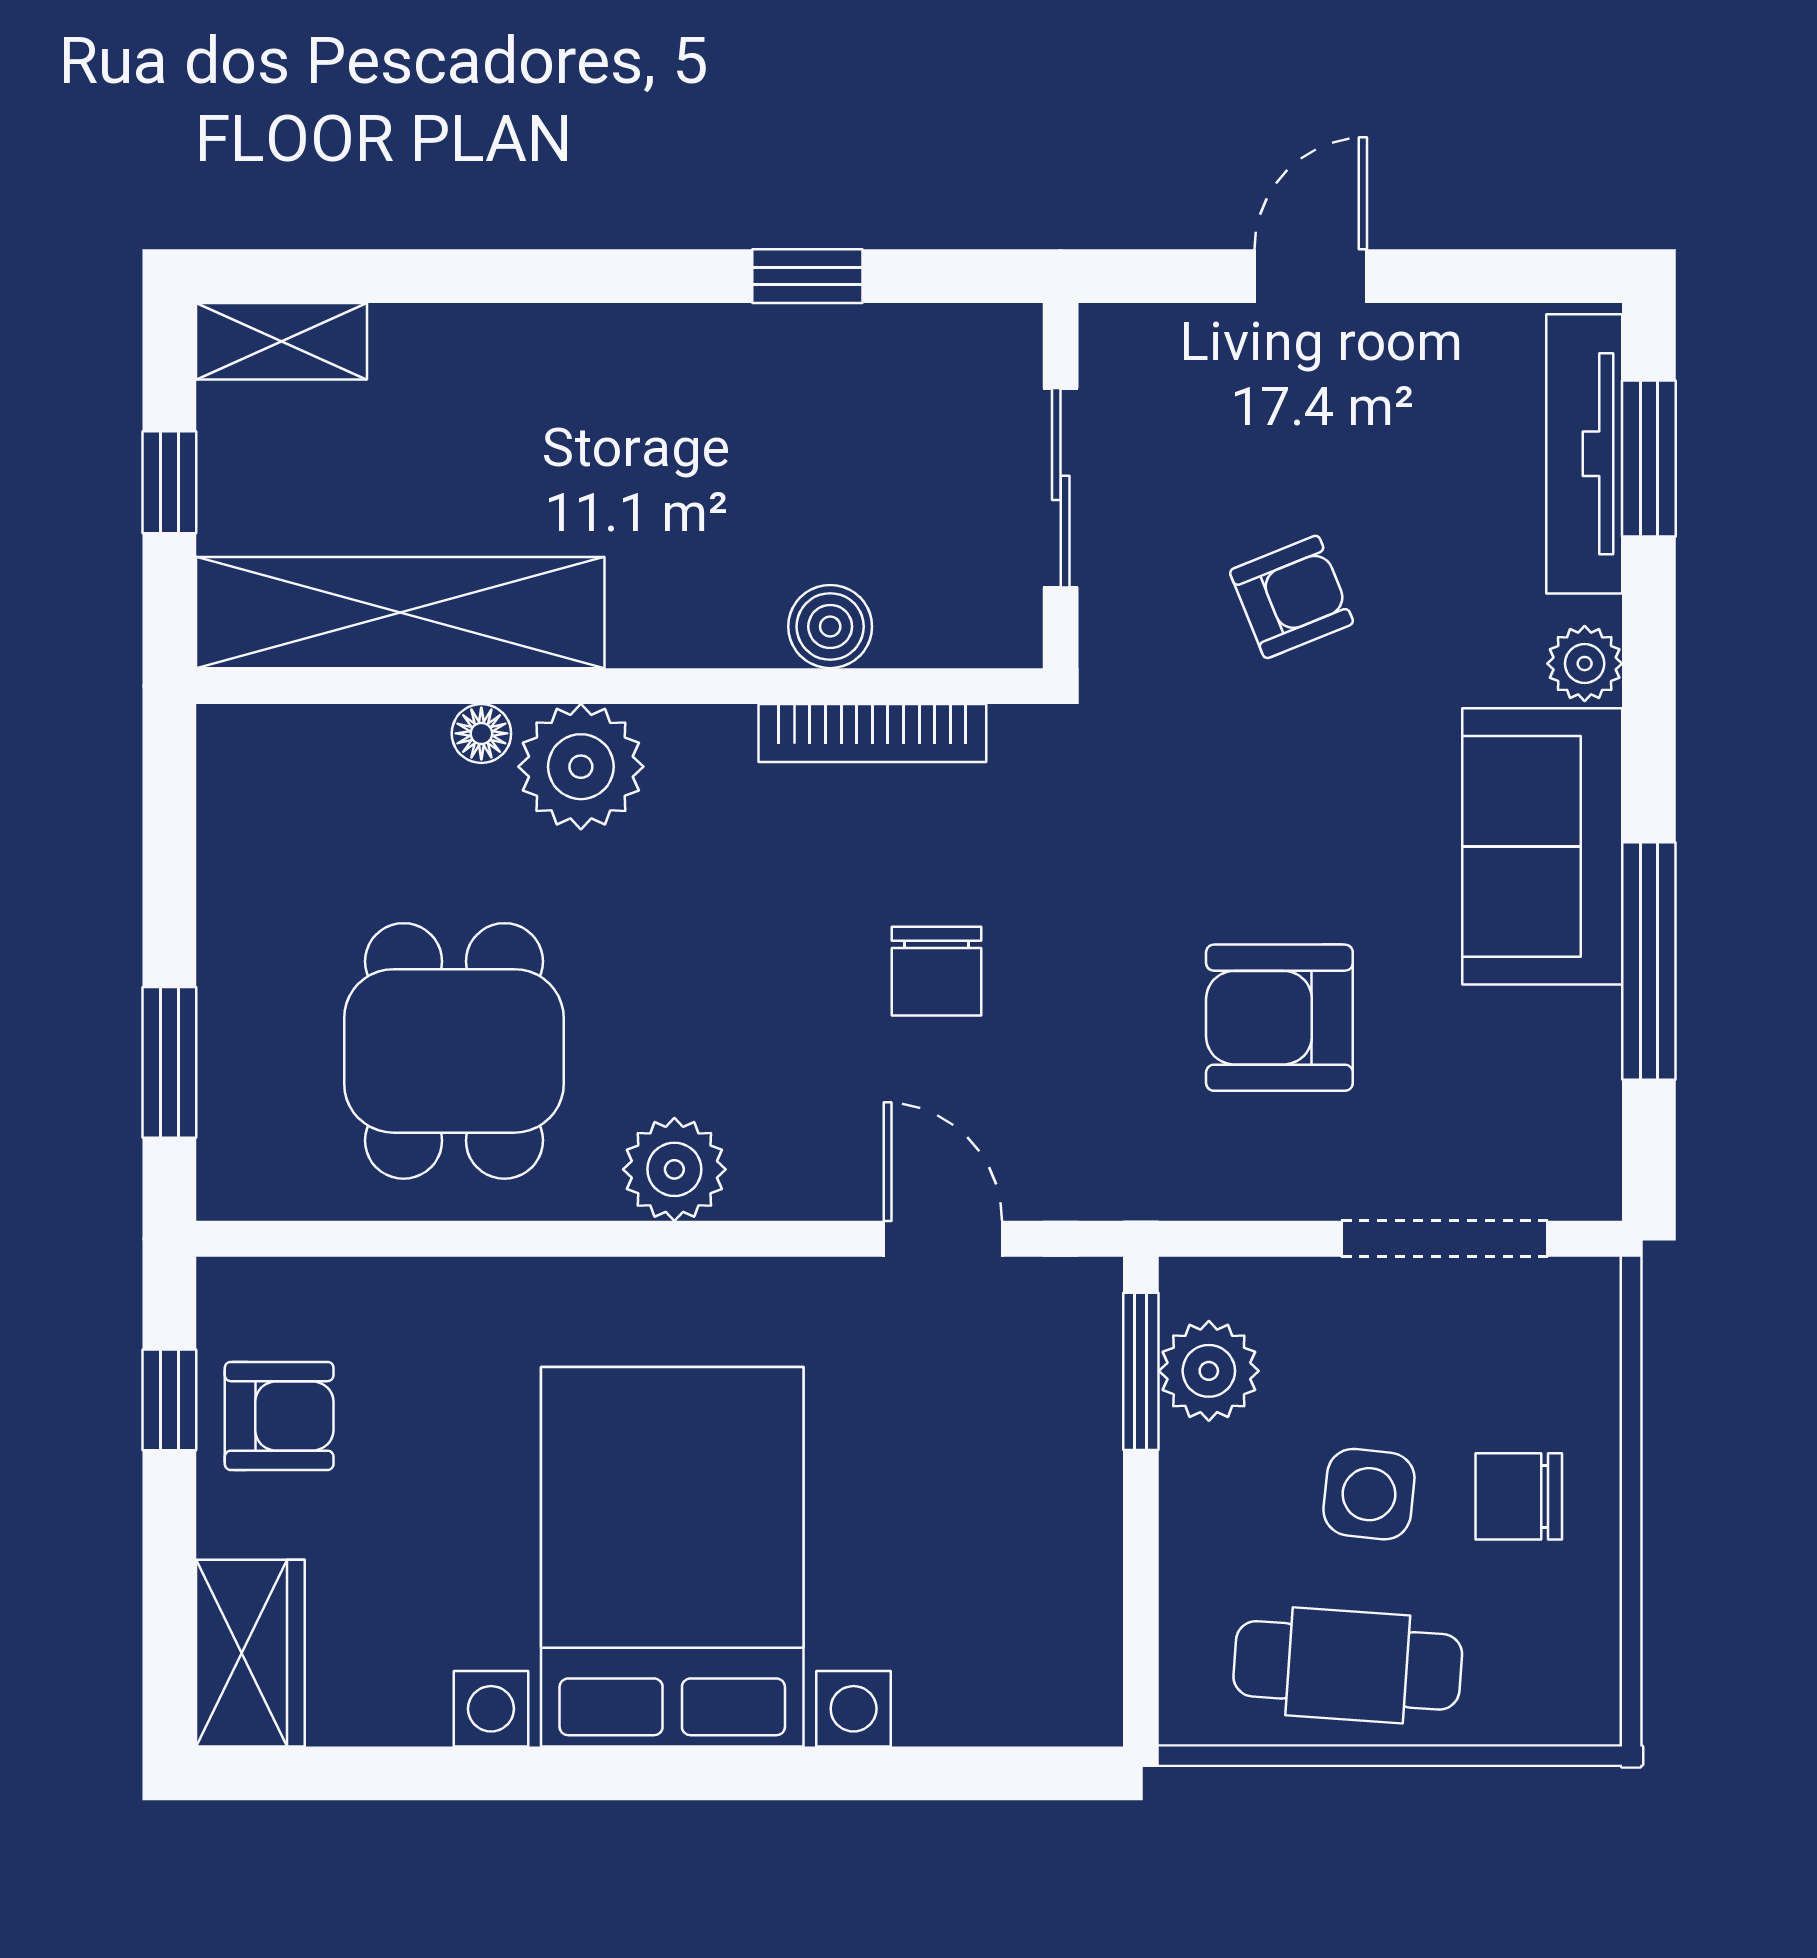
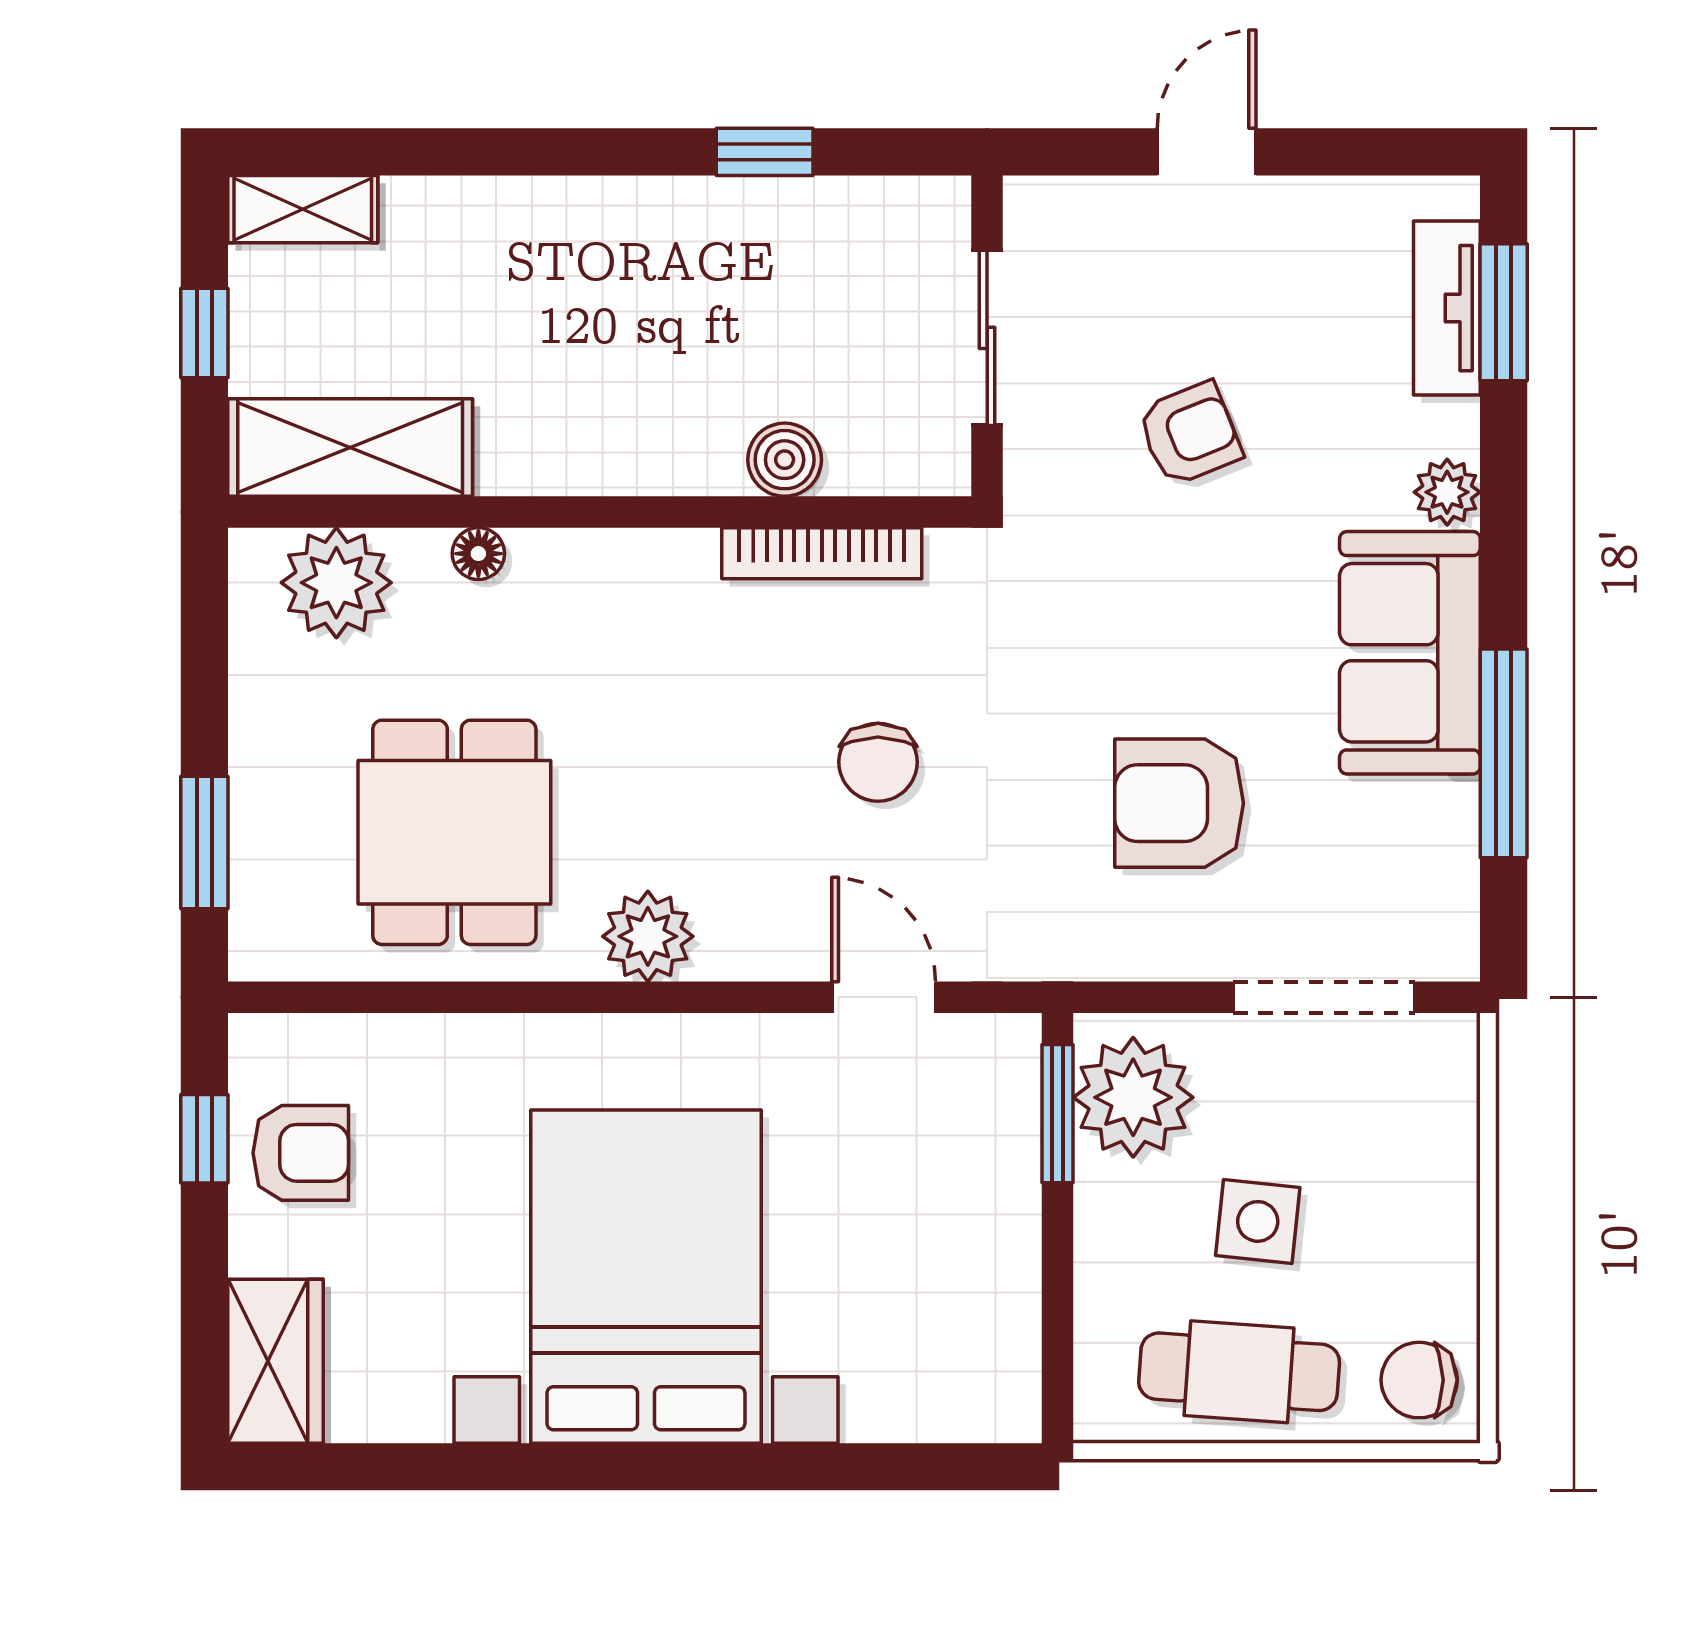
tv unit: (1584, 454) -> (1447, 308), width x0.71
shelving: (400, 613) -> (350, 447), width x0.68
plant: (581, 767) -> (336, 583), moved
plant: (1209, 1371) -> (1133, 1097), width x1.36, depth x1.36
chair: (1519, 1496) -> (1419, 1380), moved

